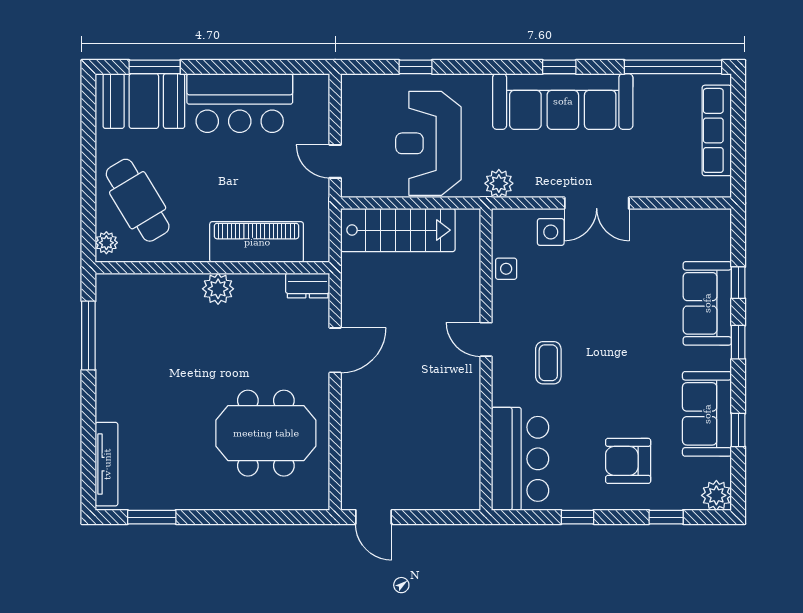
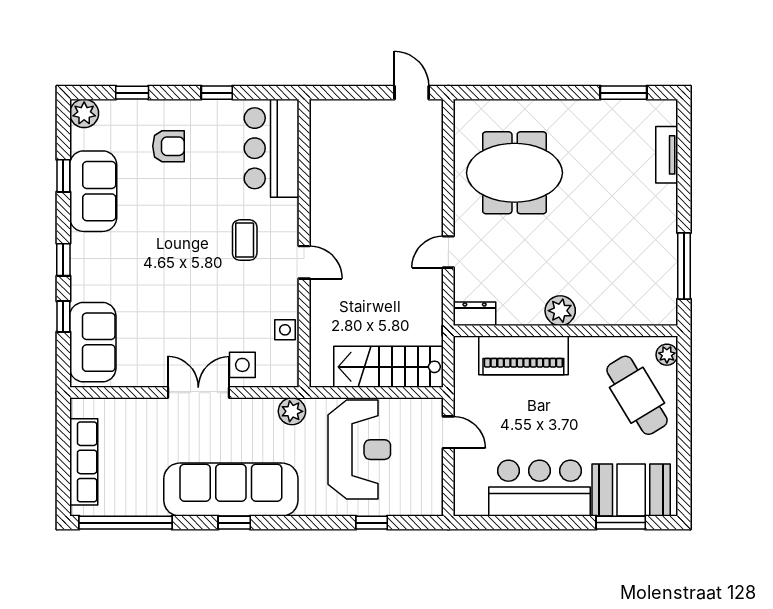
sofa: (707, 303) -> (93, 342), moved
door: (335, 350) -> (448, 252), width x0.73
armchair: (628, 461) -> (168, 146), width x0.72, depth x0.72
tv unit: (107, 464) -> (667, 155), width x0.71

